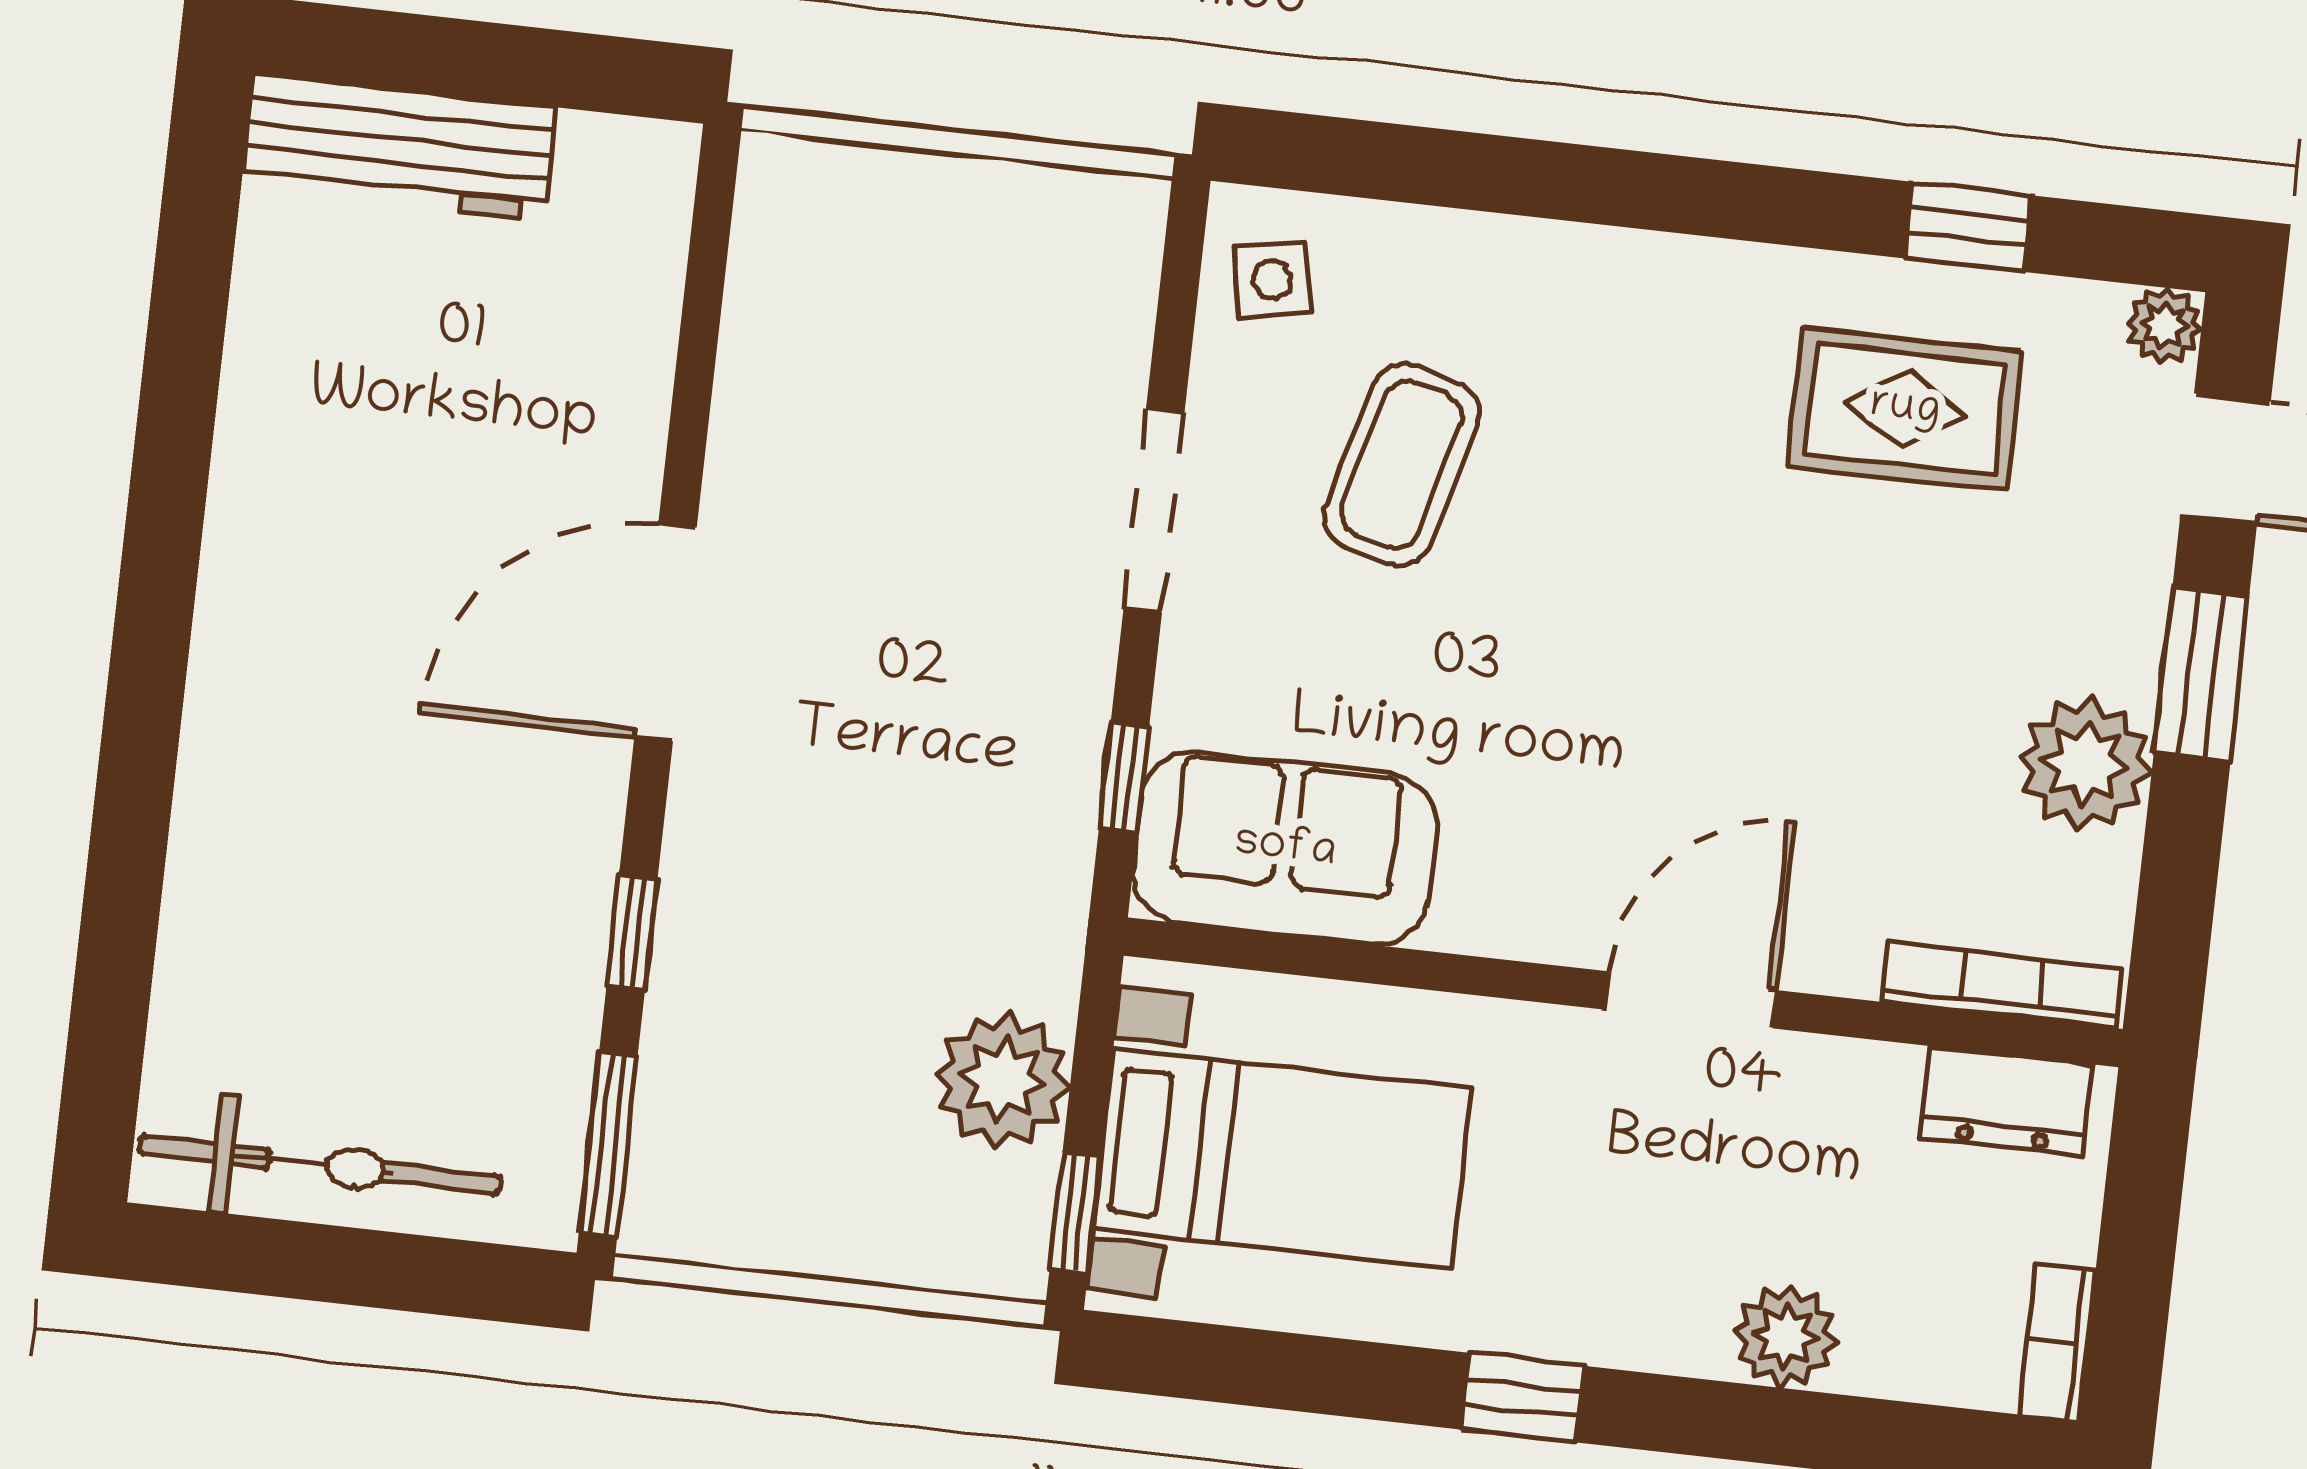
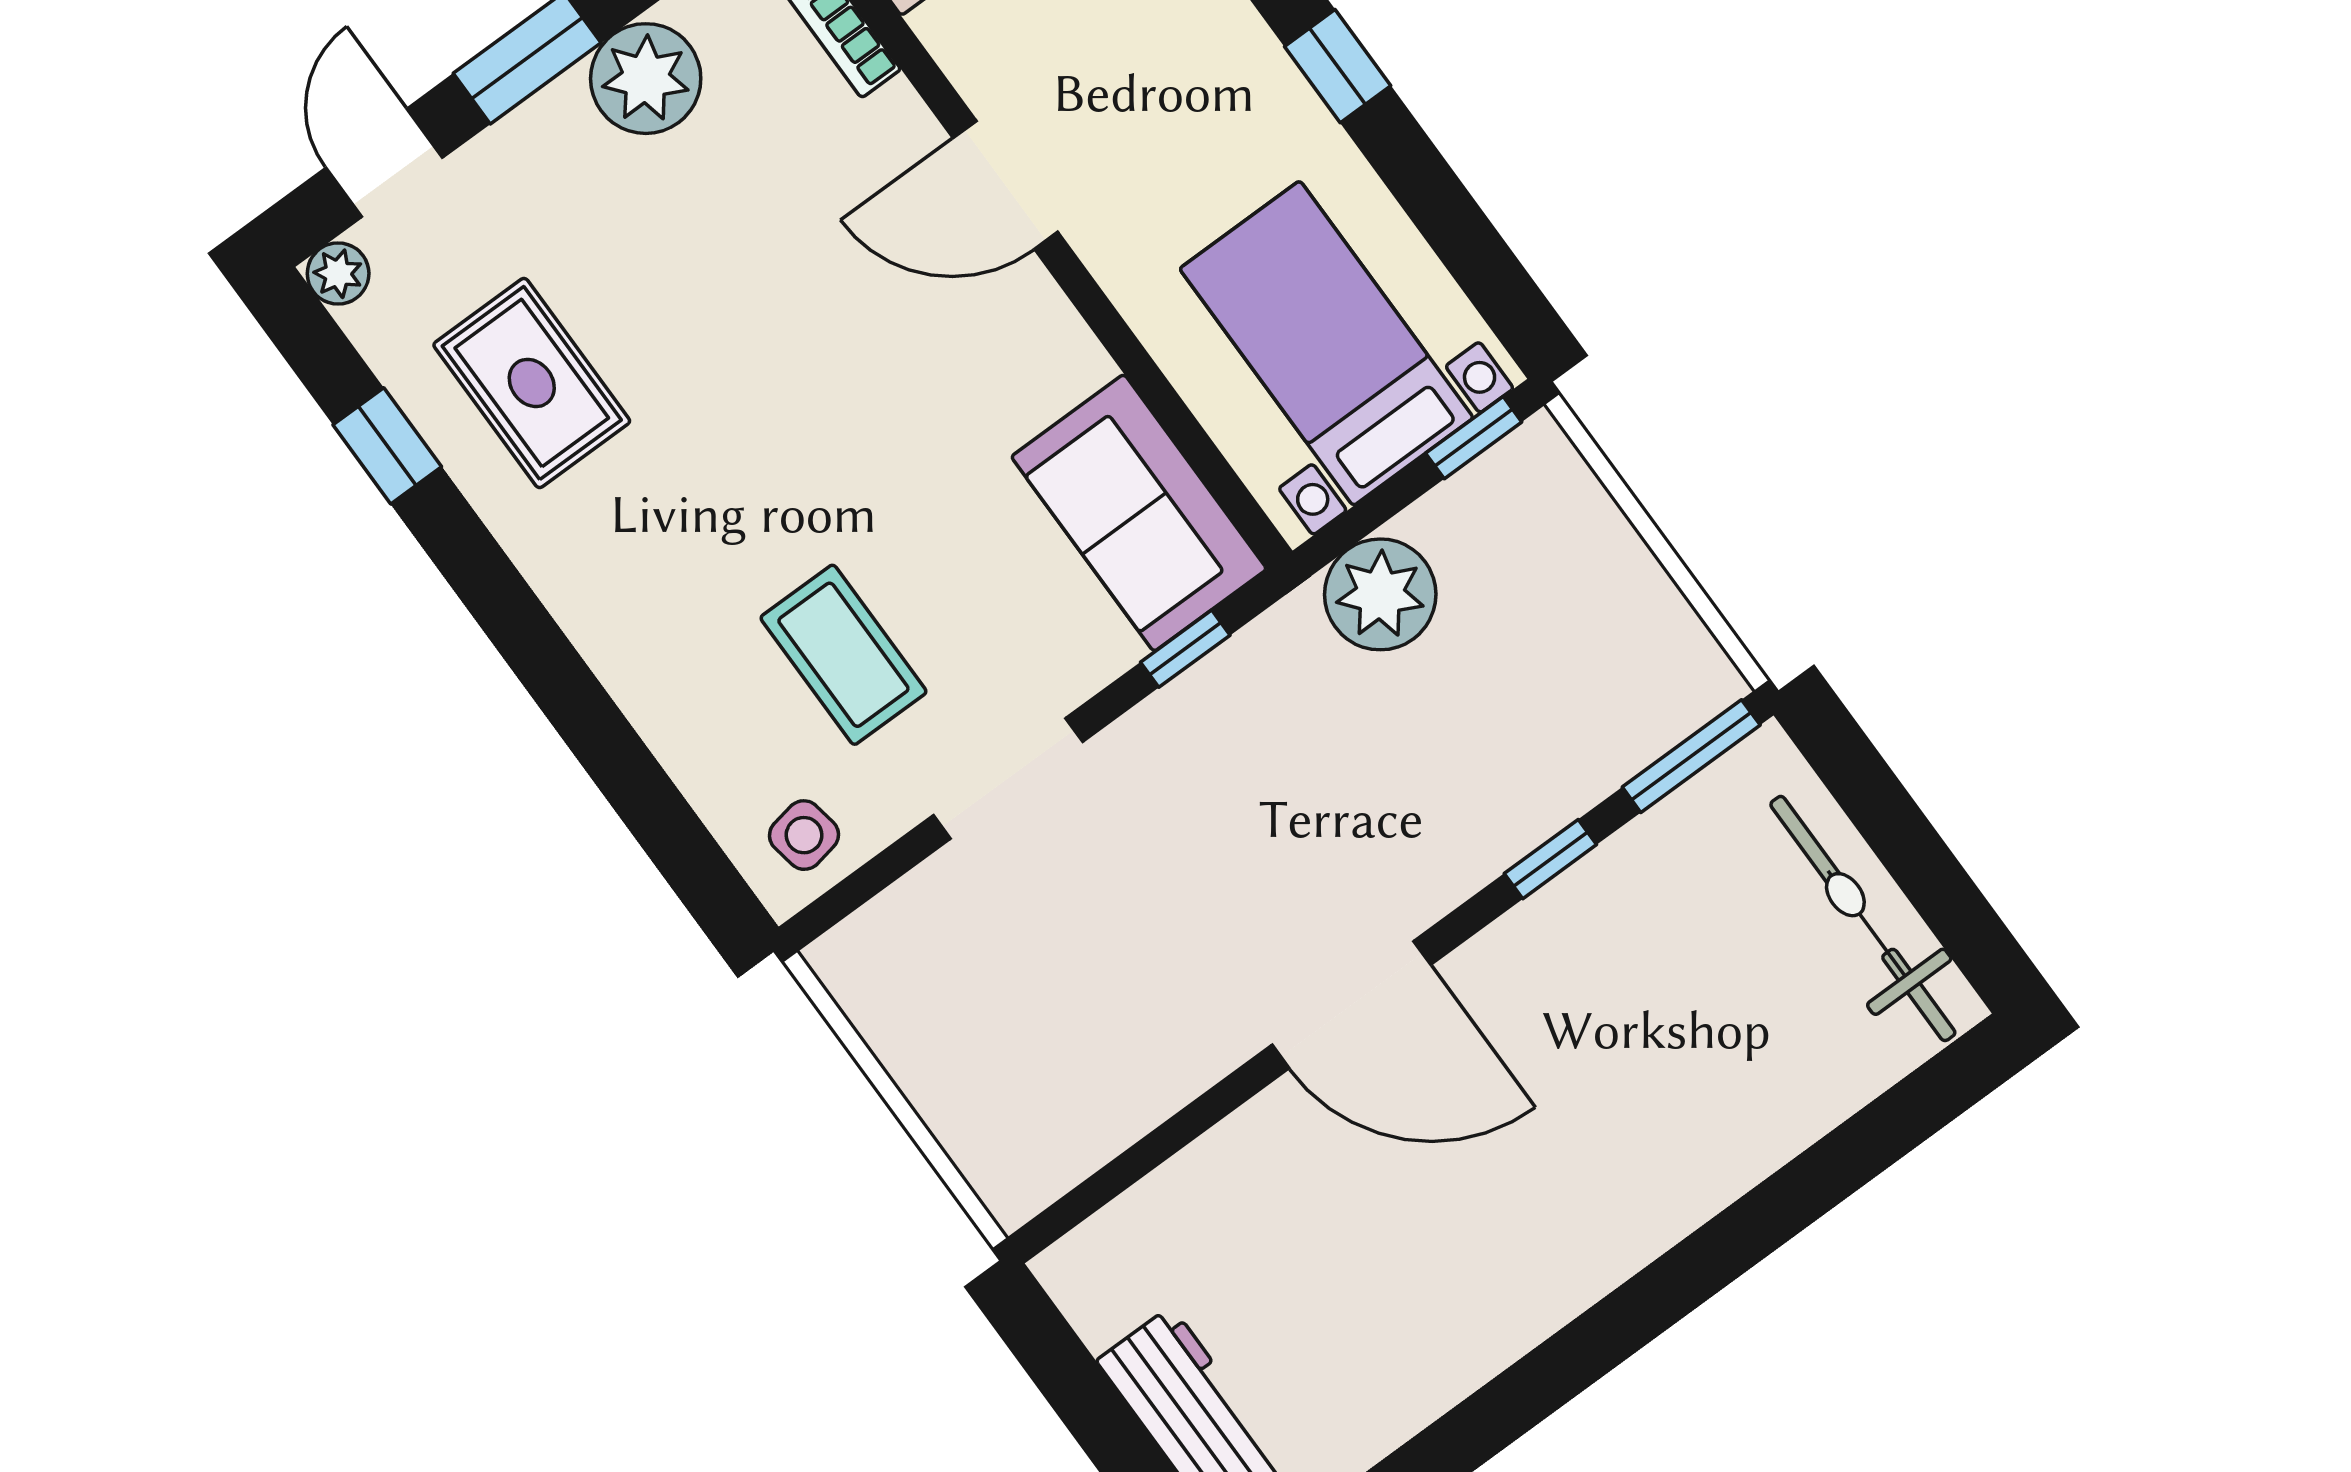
coffee table: (1402, 465) -> (843, 655), turned 75
plant: (1002, 1080) -> (1380, 594), moved

